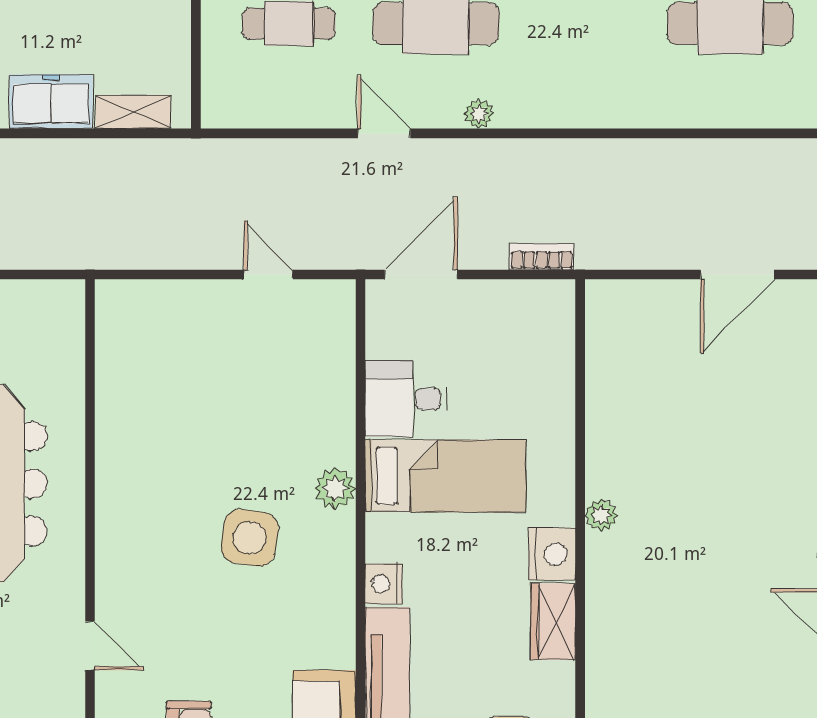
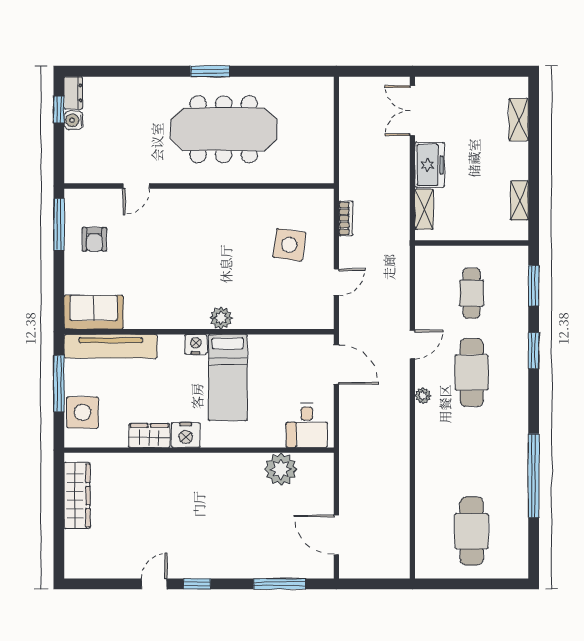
bookcase: (542, 257) -> (346, 218), moved
desk: (406, 399) -> (307, 426), moved, turned 180
plant: (601, 515) -> (281, 469), moved, width x1.87, depth x1.87
side table: (250, 538) -> (289, 245), moved
nightstand: (384, 584) -> (196, 344), moved

